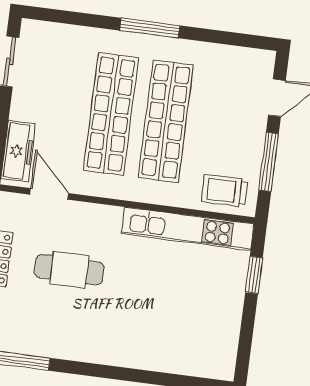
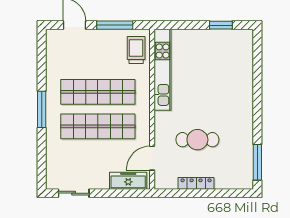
trolley: (225, 191) -> (136, 50), turned 180
cafe table: (69, 270) -> (197, 140), turned 90
window: (254, 275) -> (221, 25), moved

